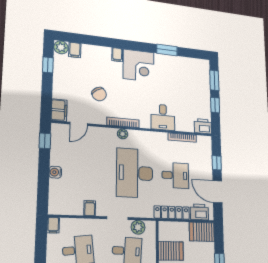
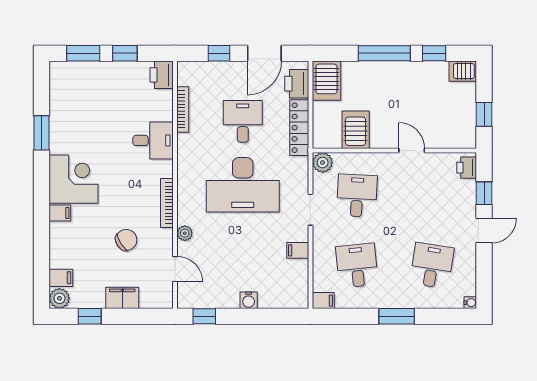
filing cabinet: (59, 110) -> (122, 298), moved
plant: (123, 134) -> (185, 233), moved
plant: (138, 227) -> (323, 163), moved

